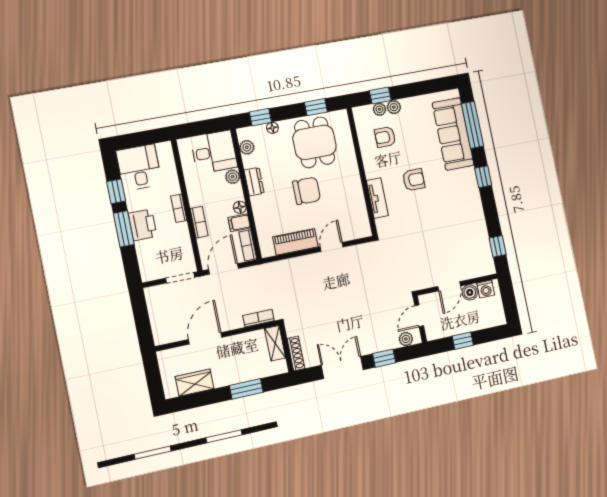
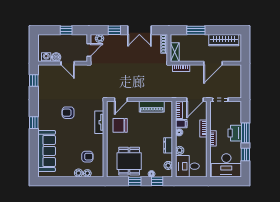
window: (380, 96) -> (85, 181), removed
window: (316, 107) -> (135, 181), moved
window: (472, 125) -> (34, 154), removed
desk: (139, 167) -> (226, 165), width x1.37
armchair: (414, 180) -> (68, 113), moved
chair: (307, 191) -> (120, 125), moved
door: (332, 247) -> (121, 100), moved
door: (449, 286) -> (68, 63), swing flipped
wardrobe: (195, 383) -> (224, 40), width x1.50

